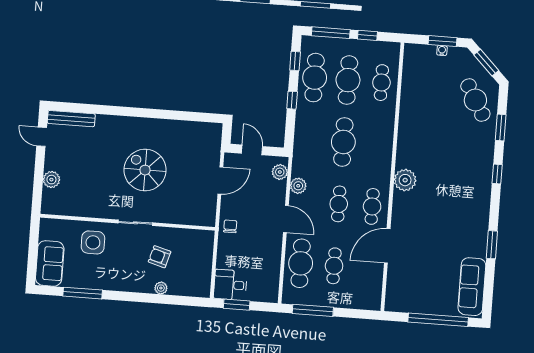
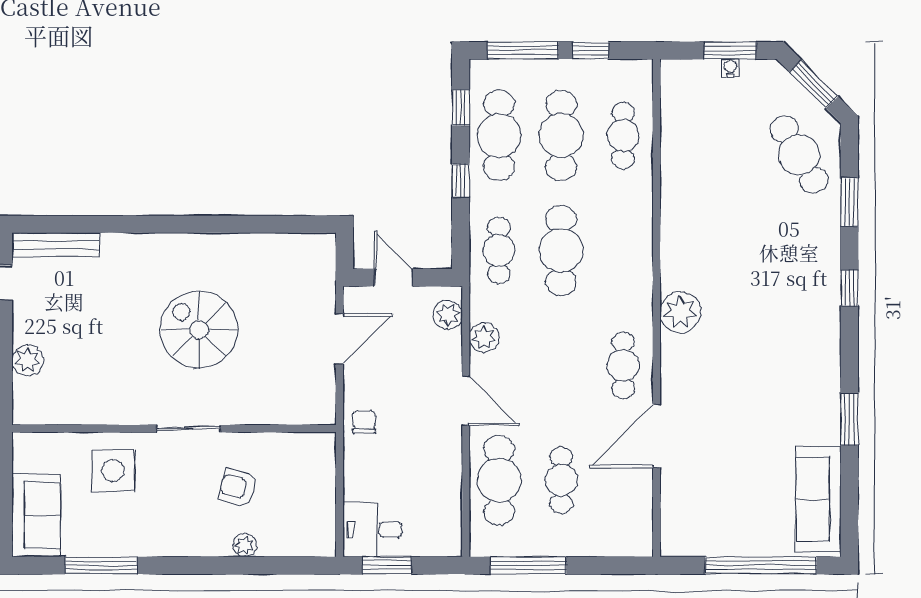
cafe table: (339, 204) -> (499, 250), moved

